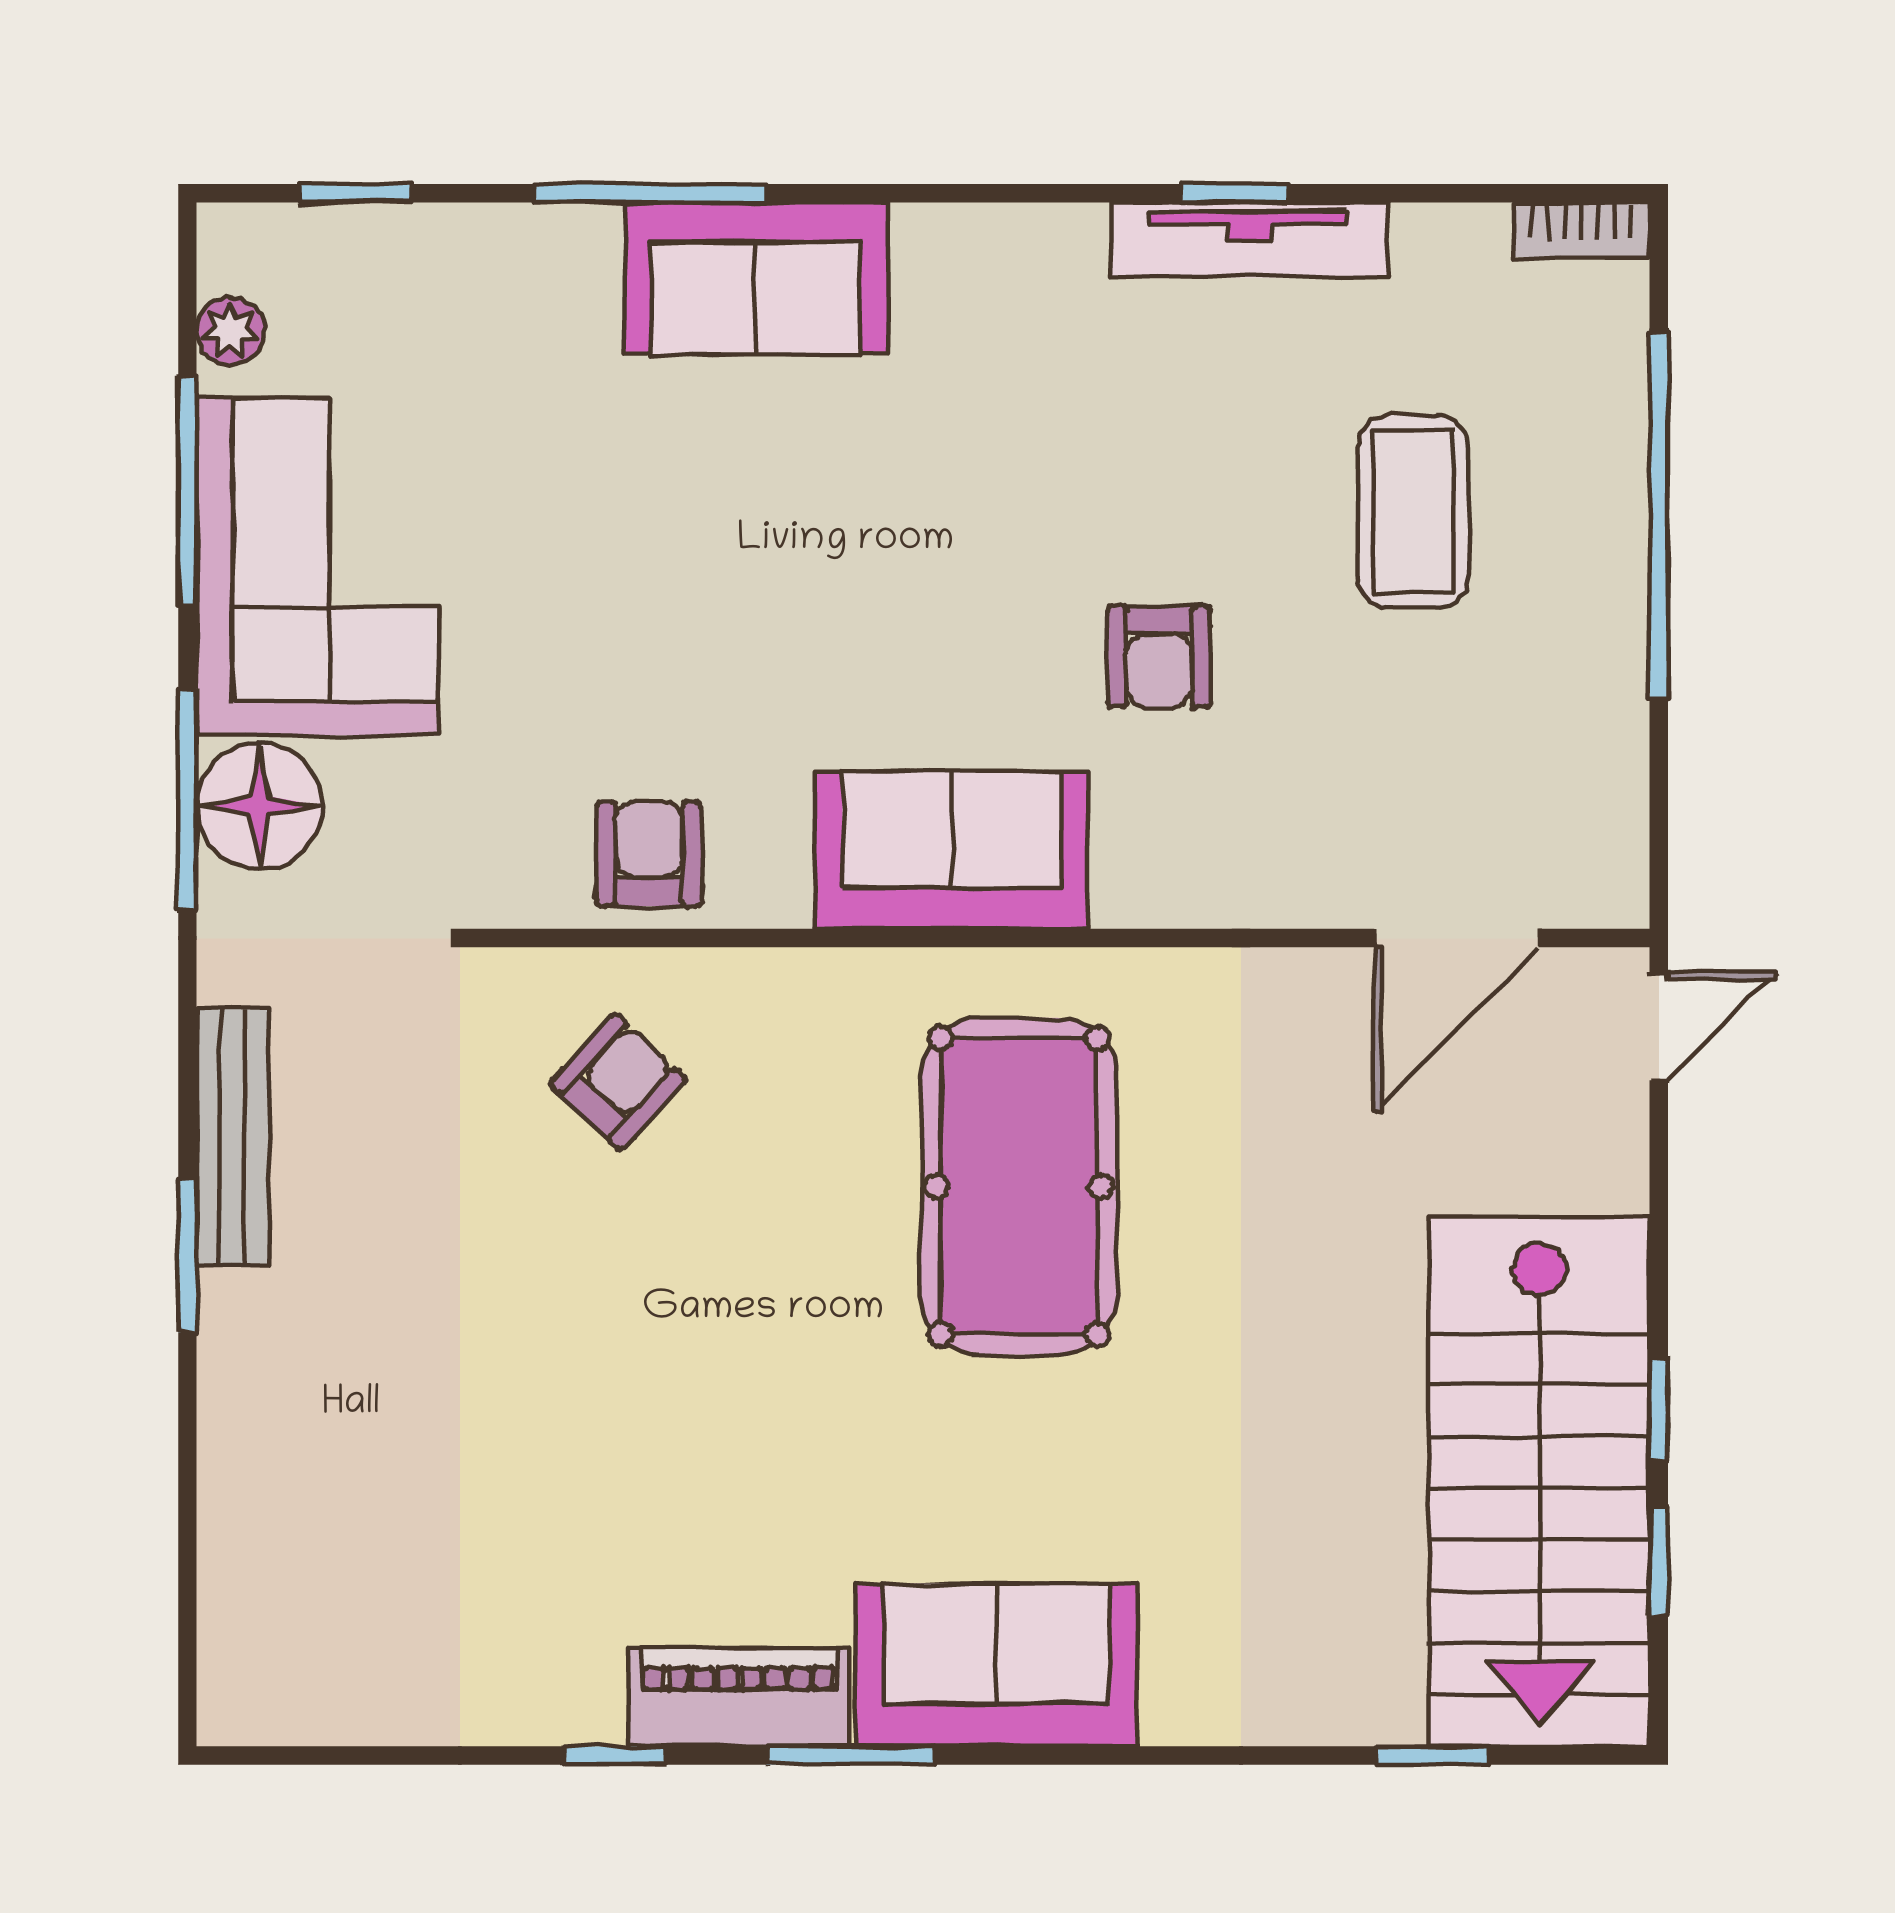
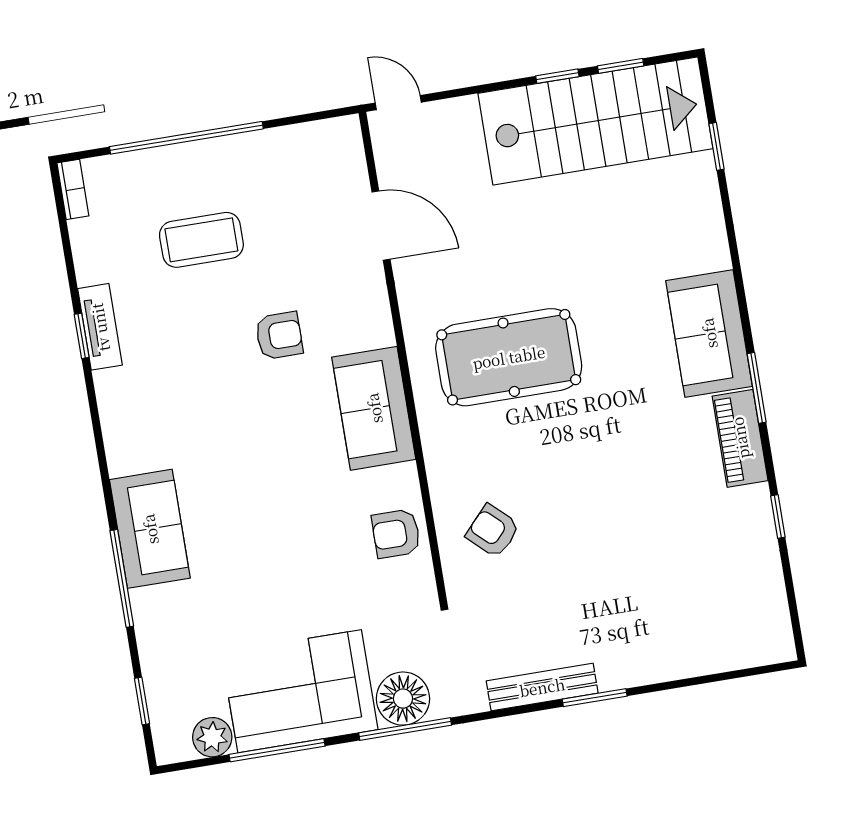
tv unit: (1249, 240) -> (100, 327), width x0.71
plant: (230, 331) -> (212, 737), width x1.38, depth x1.38
door: (1456, 938) -> (381, 226), moved
window: (615, 1755) -> (778, 517), moved

